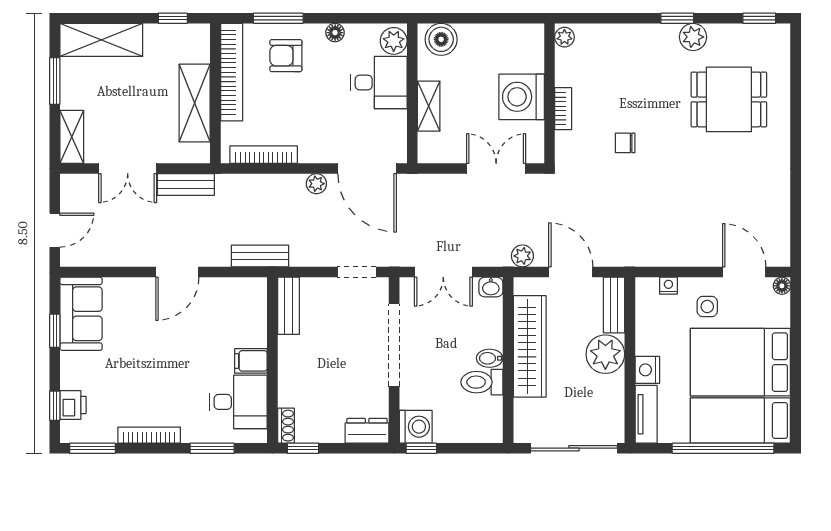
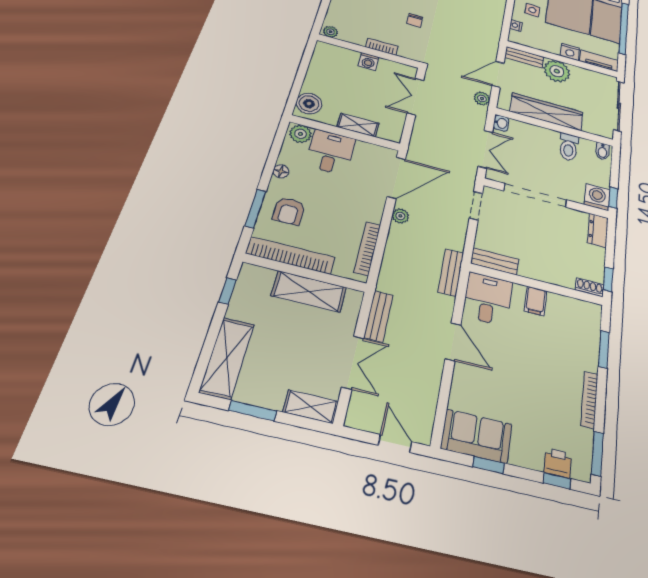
washing machine: (522, 97) -> (368, 62), width x0.53, depth x0.53
bidet: (490, 358) -> (602, 151), moved
desk: (238, 402) -> (488, 299), moved

